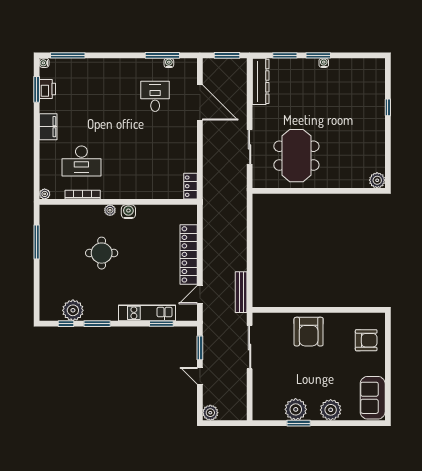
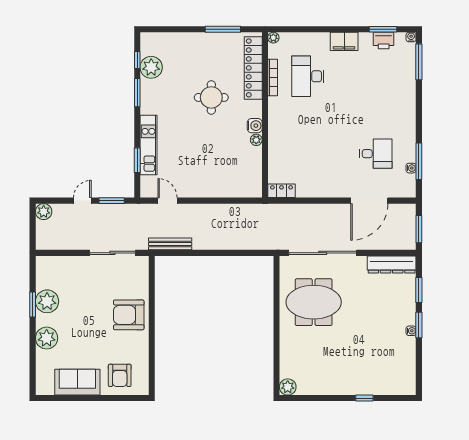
sliding door: (250, 147) -> (323, 253), width x1.86
plant: (110, 210) -> (256, 140), moved
locker: (189, 254) -> (253, 68), moved, turned -90
sofa: (373, 398) -> (77, 382), moved

